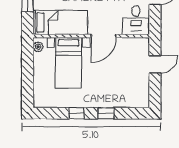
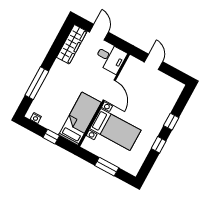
plant: (38, 47) -> (90, 147), removed
window: (28, 74) -> (107, 167), added

